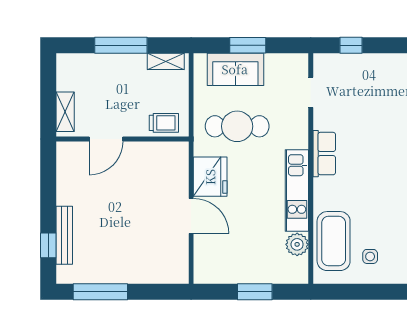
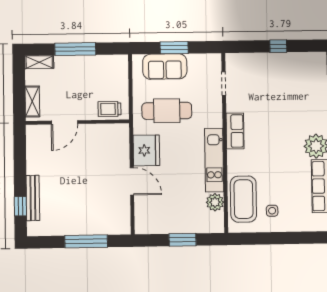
window: (351, 45) -> (278, 46), moved
shelving: (166, 61) -> (39, 62), moved
trolley: (164, 123) -> (110, 109), turned 180
window: (100, 292) -> (86, 241), moved

